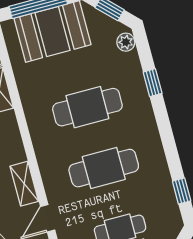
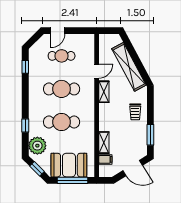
plant: (126, 42) -> (37, 146), width x1.88, depth x1.88

